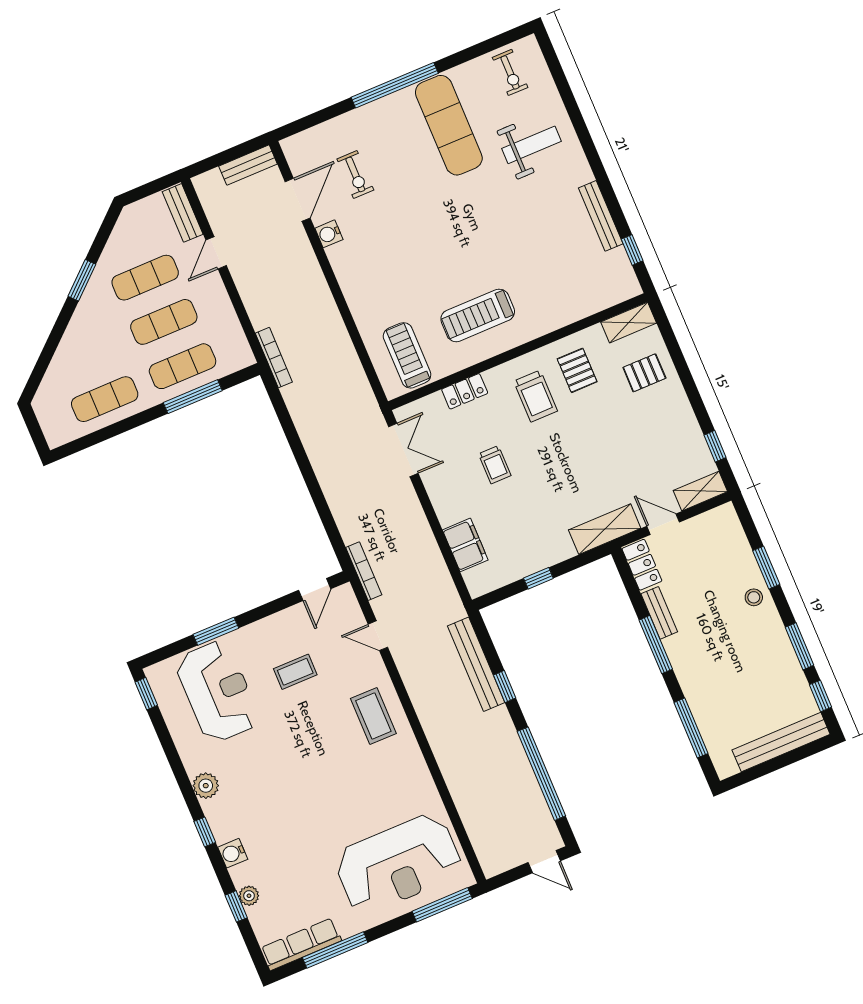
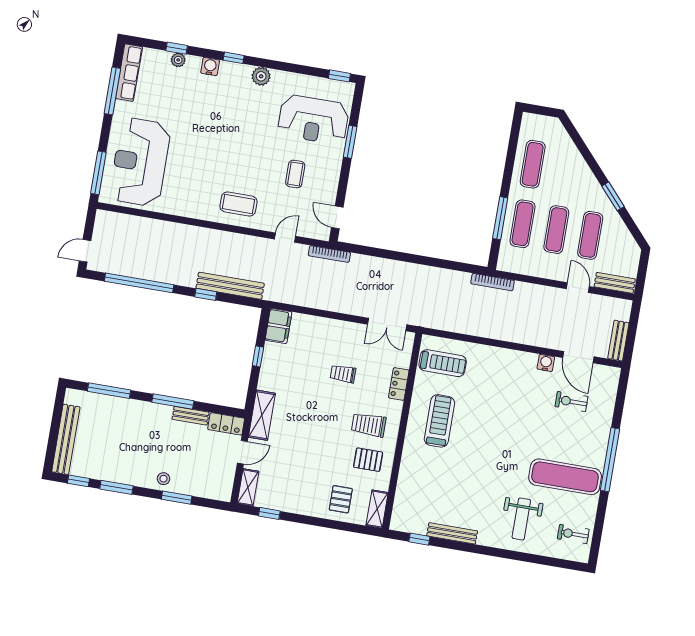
filing cabinet: (465, 545) -> (279, 326), moved, turned -90

